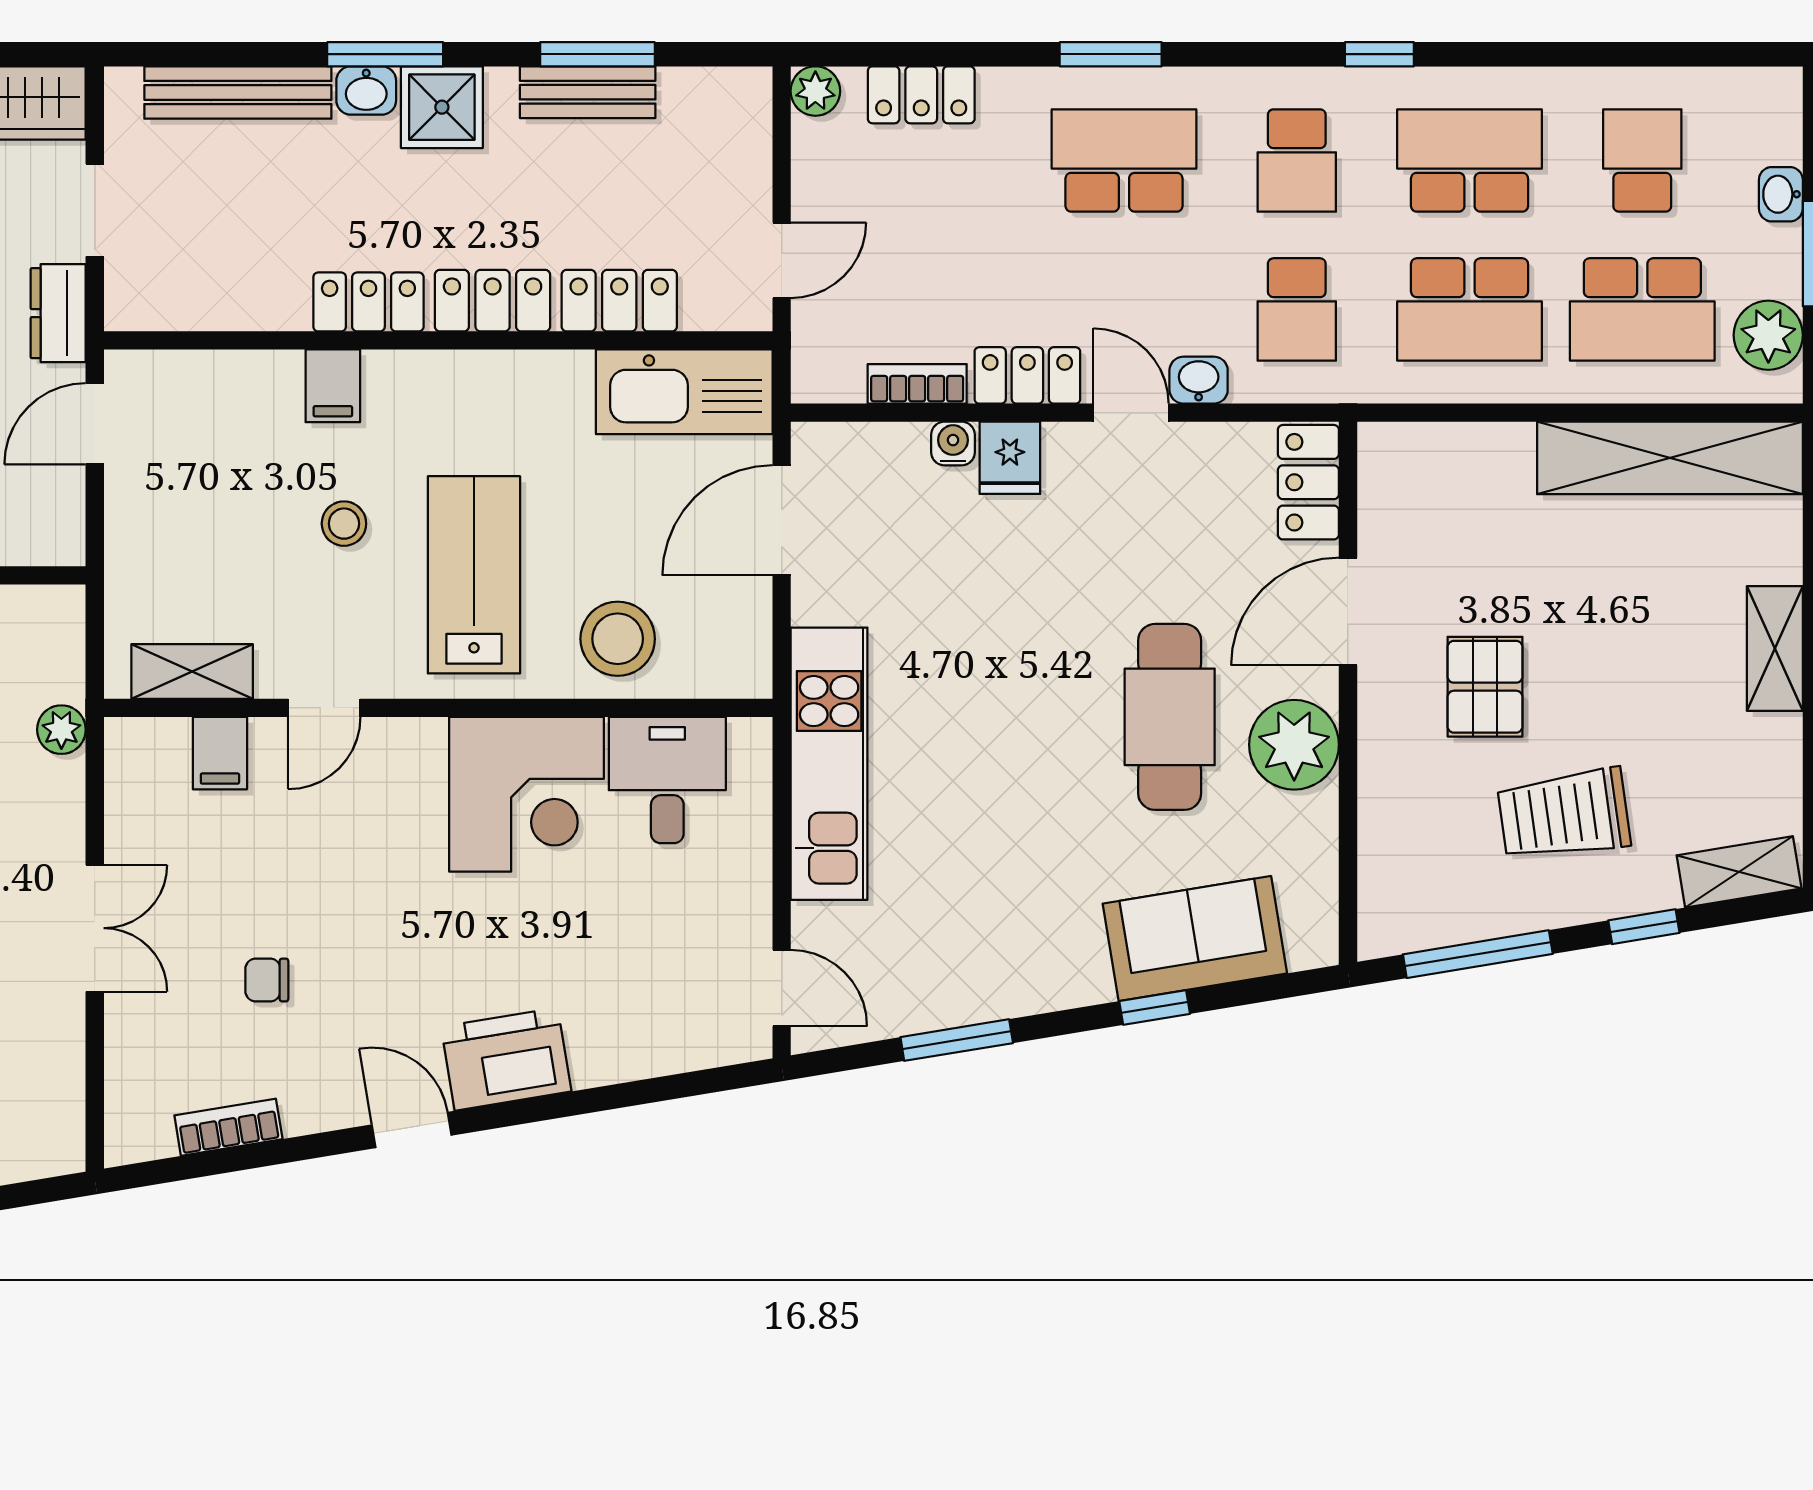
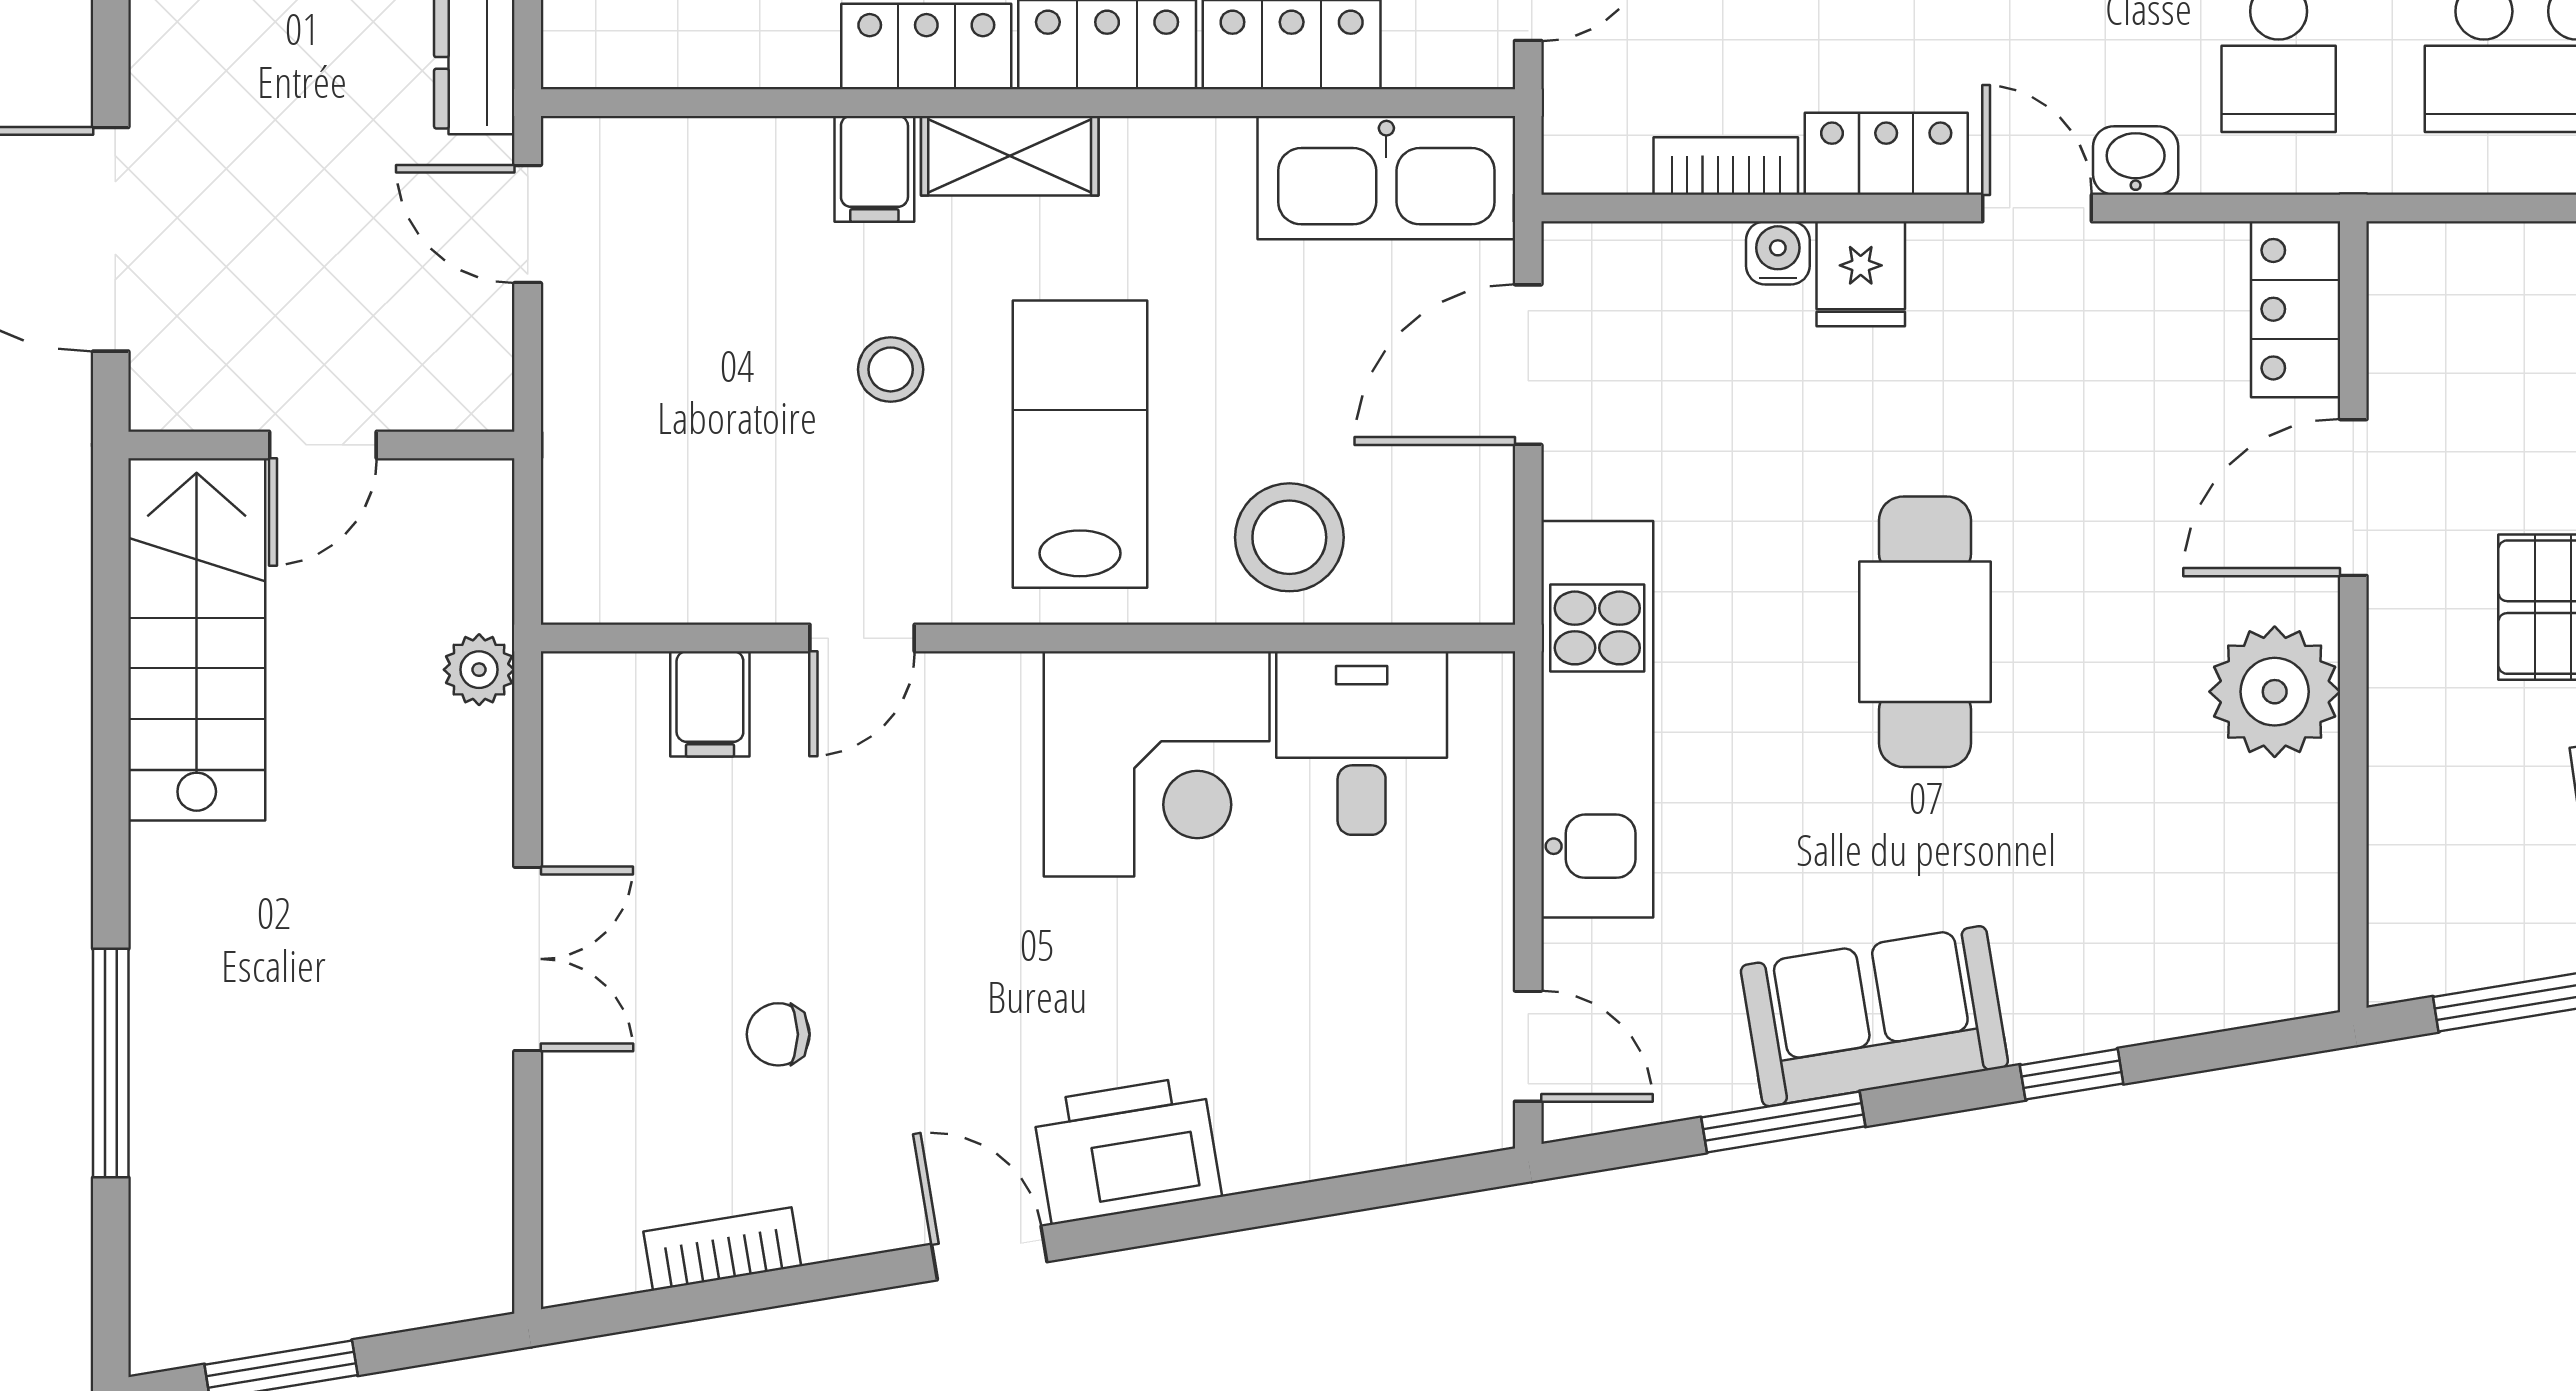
door: (95, 424) -> (528, 224), hinge flipped
shelving: (192, 672) -> (1010, 156), moved
cafe table: (1170, 717) -> (1925, 632), moved
sofa: (1195, 939) -> (1874, 1016), moved

